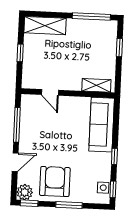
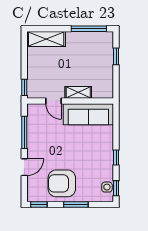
window: (20, 53) -> (24, 87), moved
shelving: (96, 85) -> (78, 92), moved
sofa: (102, 125) -> (88, 114), moved, turned -90
armchair: (55, 181) -> (62, 183), turned -90
plant: (25, 192) -> (34, 195), removed

